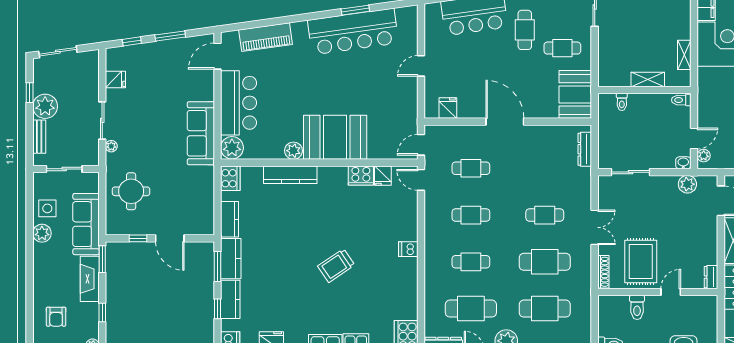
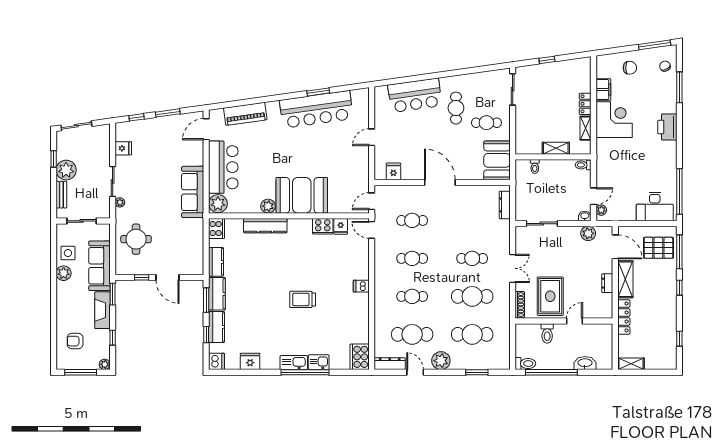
locker: (684, 25) -> (585, 104), added
trolley: (336, 266) -> (303, 299), turned 34
dresser: (711, 277) -> (607, 283), moved
armchair: (56, 317) -> (75, 341), turned 90

